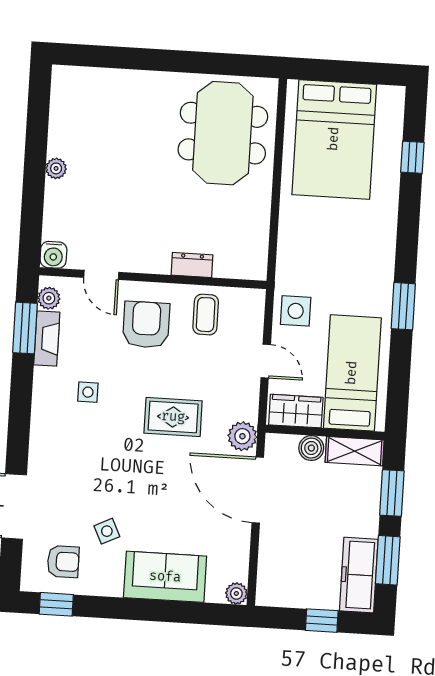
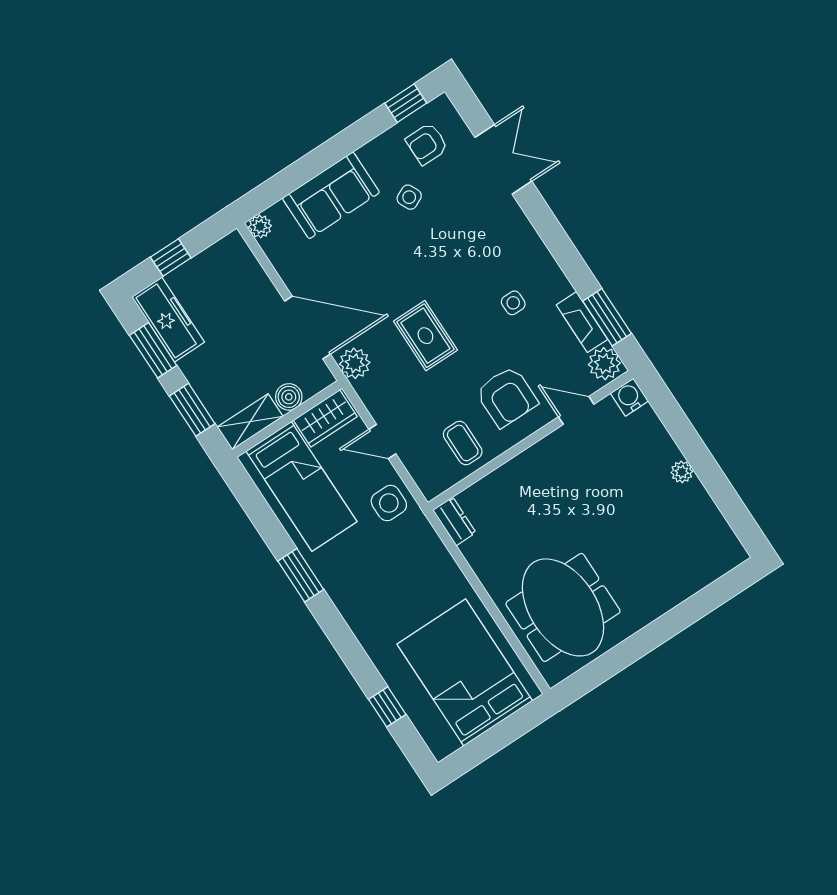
dresser: (192, 265) -> (454, 521), moved, turned -90
plant: (49, 298) -> (604, 364), width x1.38, depth x1.38
rug: (173, 417) -> (425, 336), turned 90

